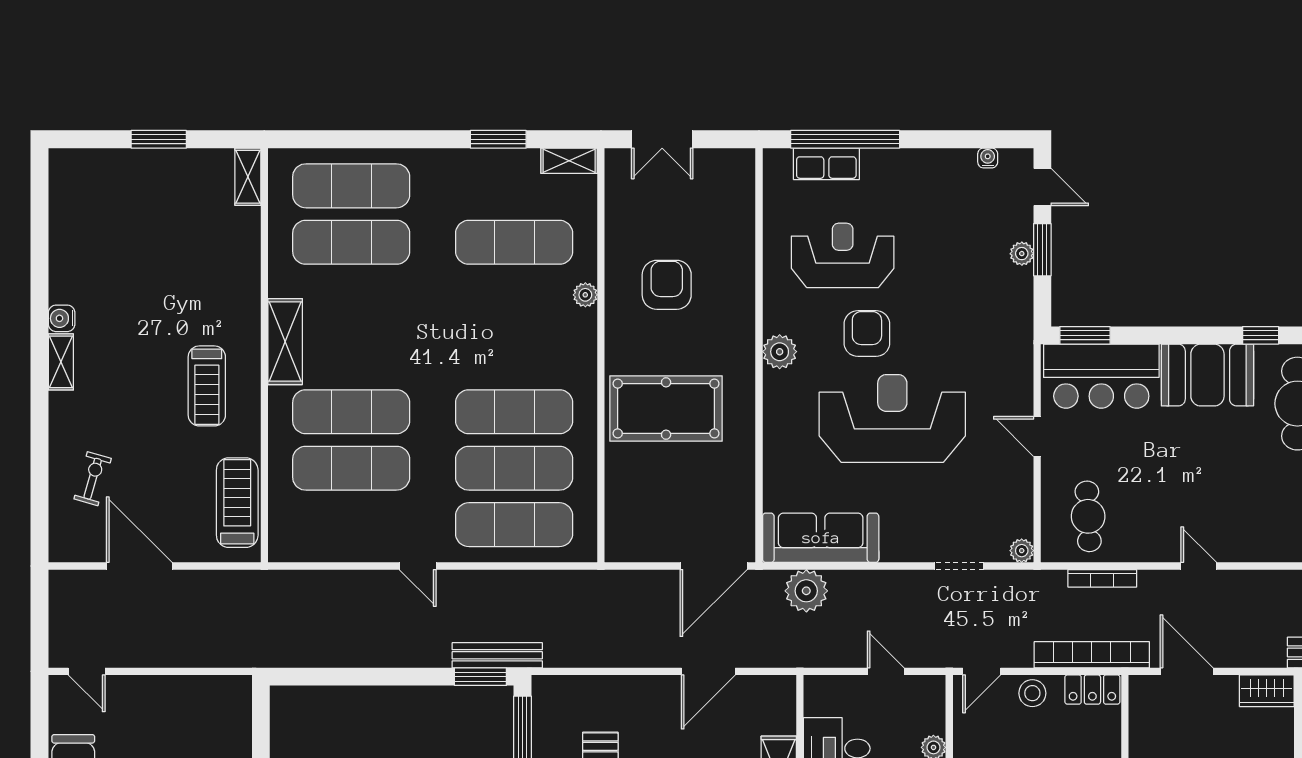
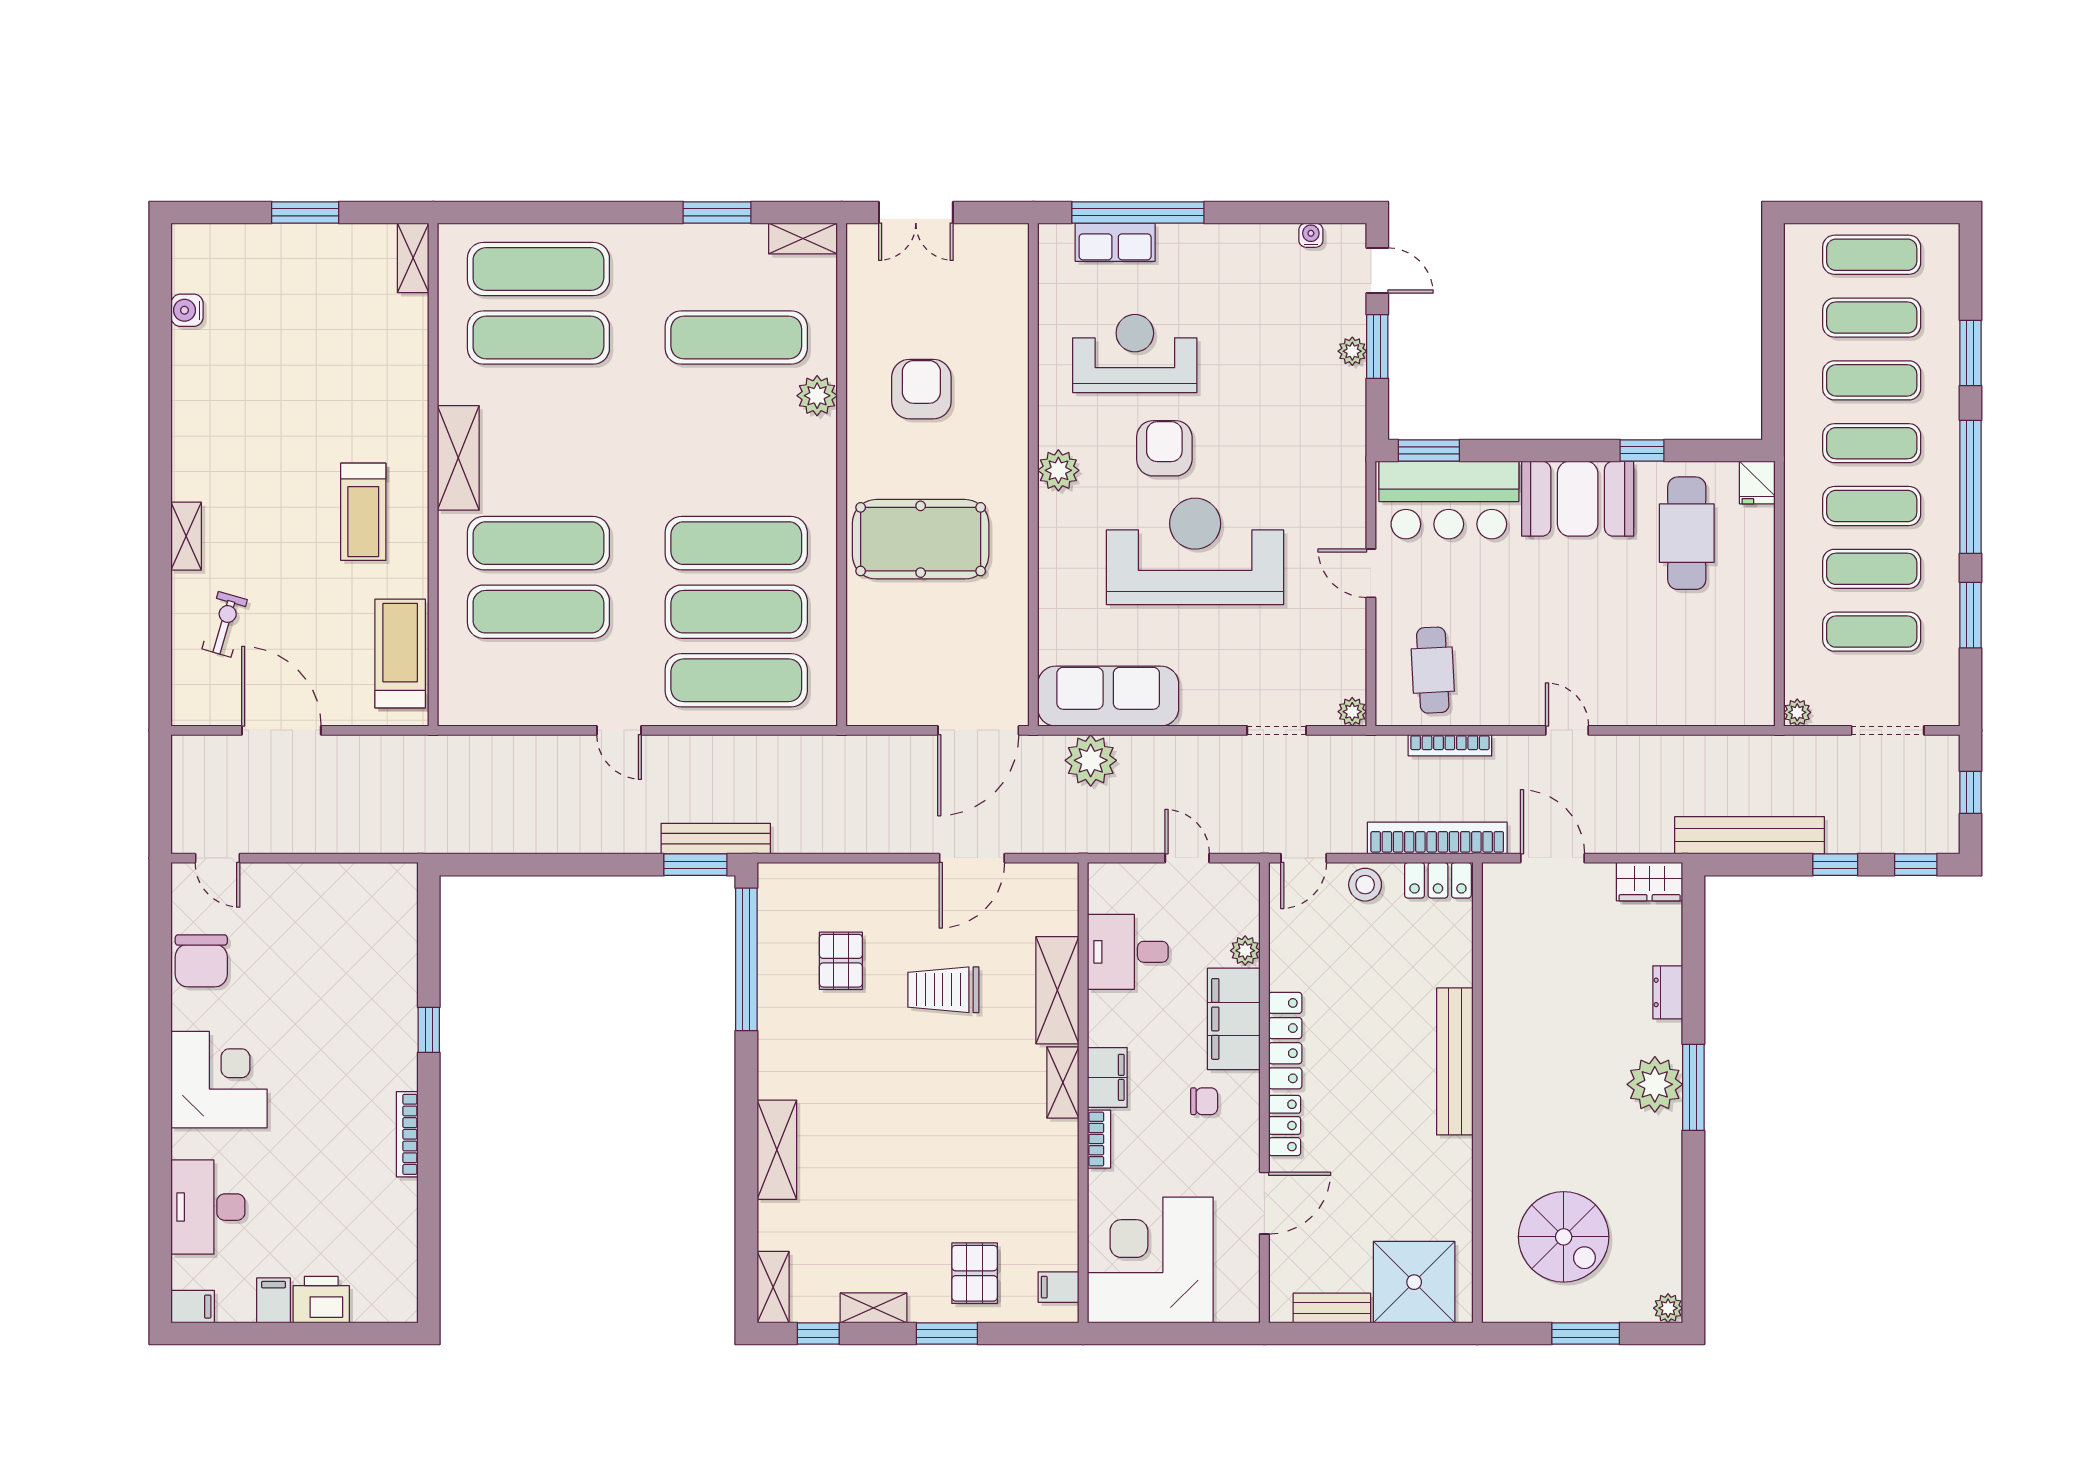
plant: (585, 295) -> (817, 396), width x1.38, depth x1.38
water cooler: (62, 318) -> (187, 310), moved
shelving: (61, 362) -> (186, 536), moved

